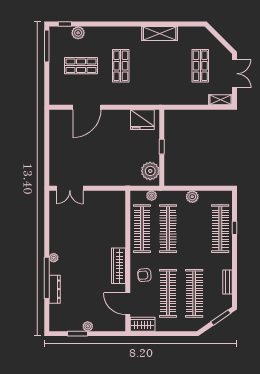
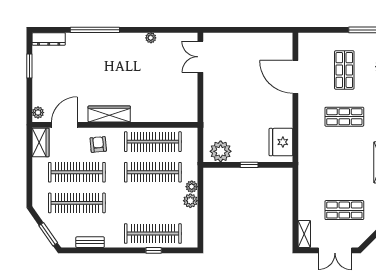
plant: (152, 196) -> (192, 187), moved
plant: (54, 258) -> (151, 38), moved
dresser: (55, 289) -> (49, 39), moved
plant: (88, 326) -> (38, 113), moved

